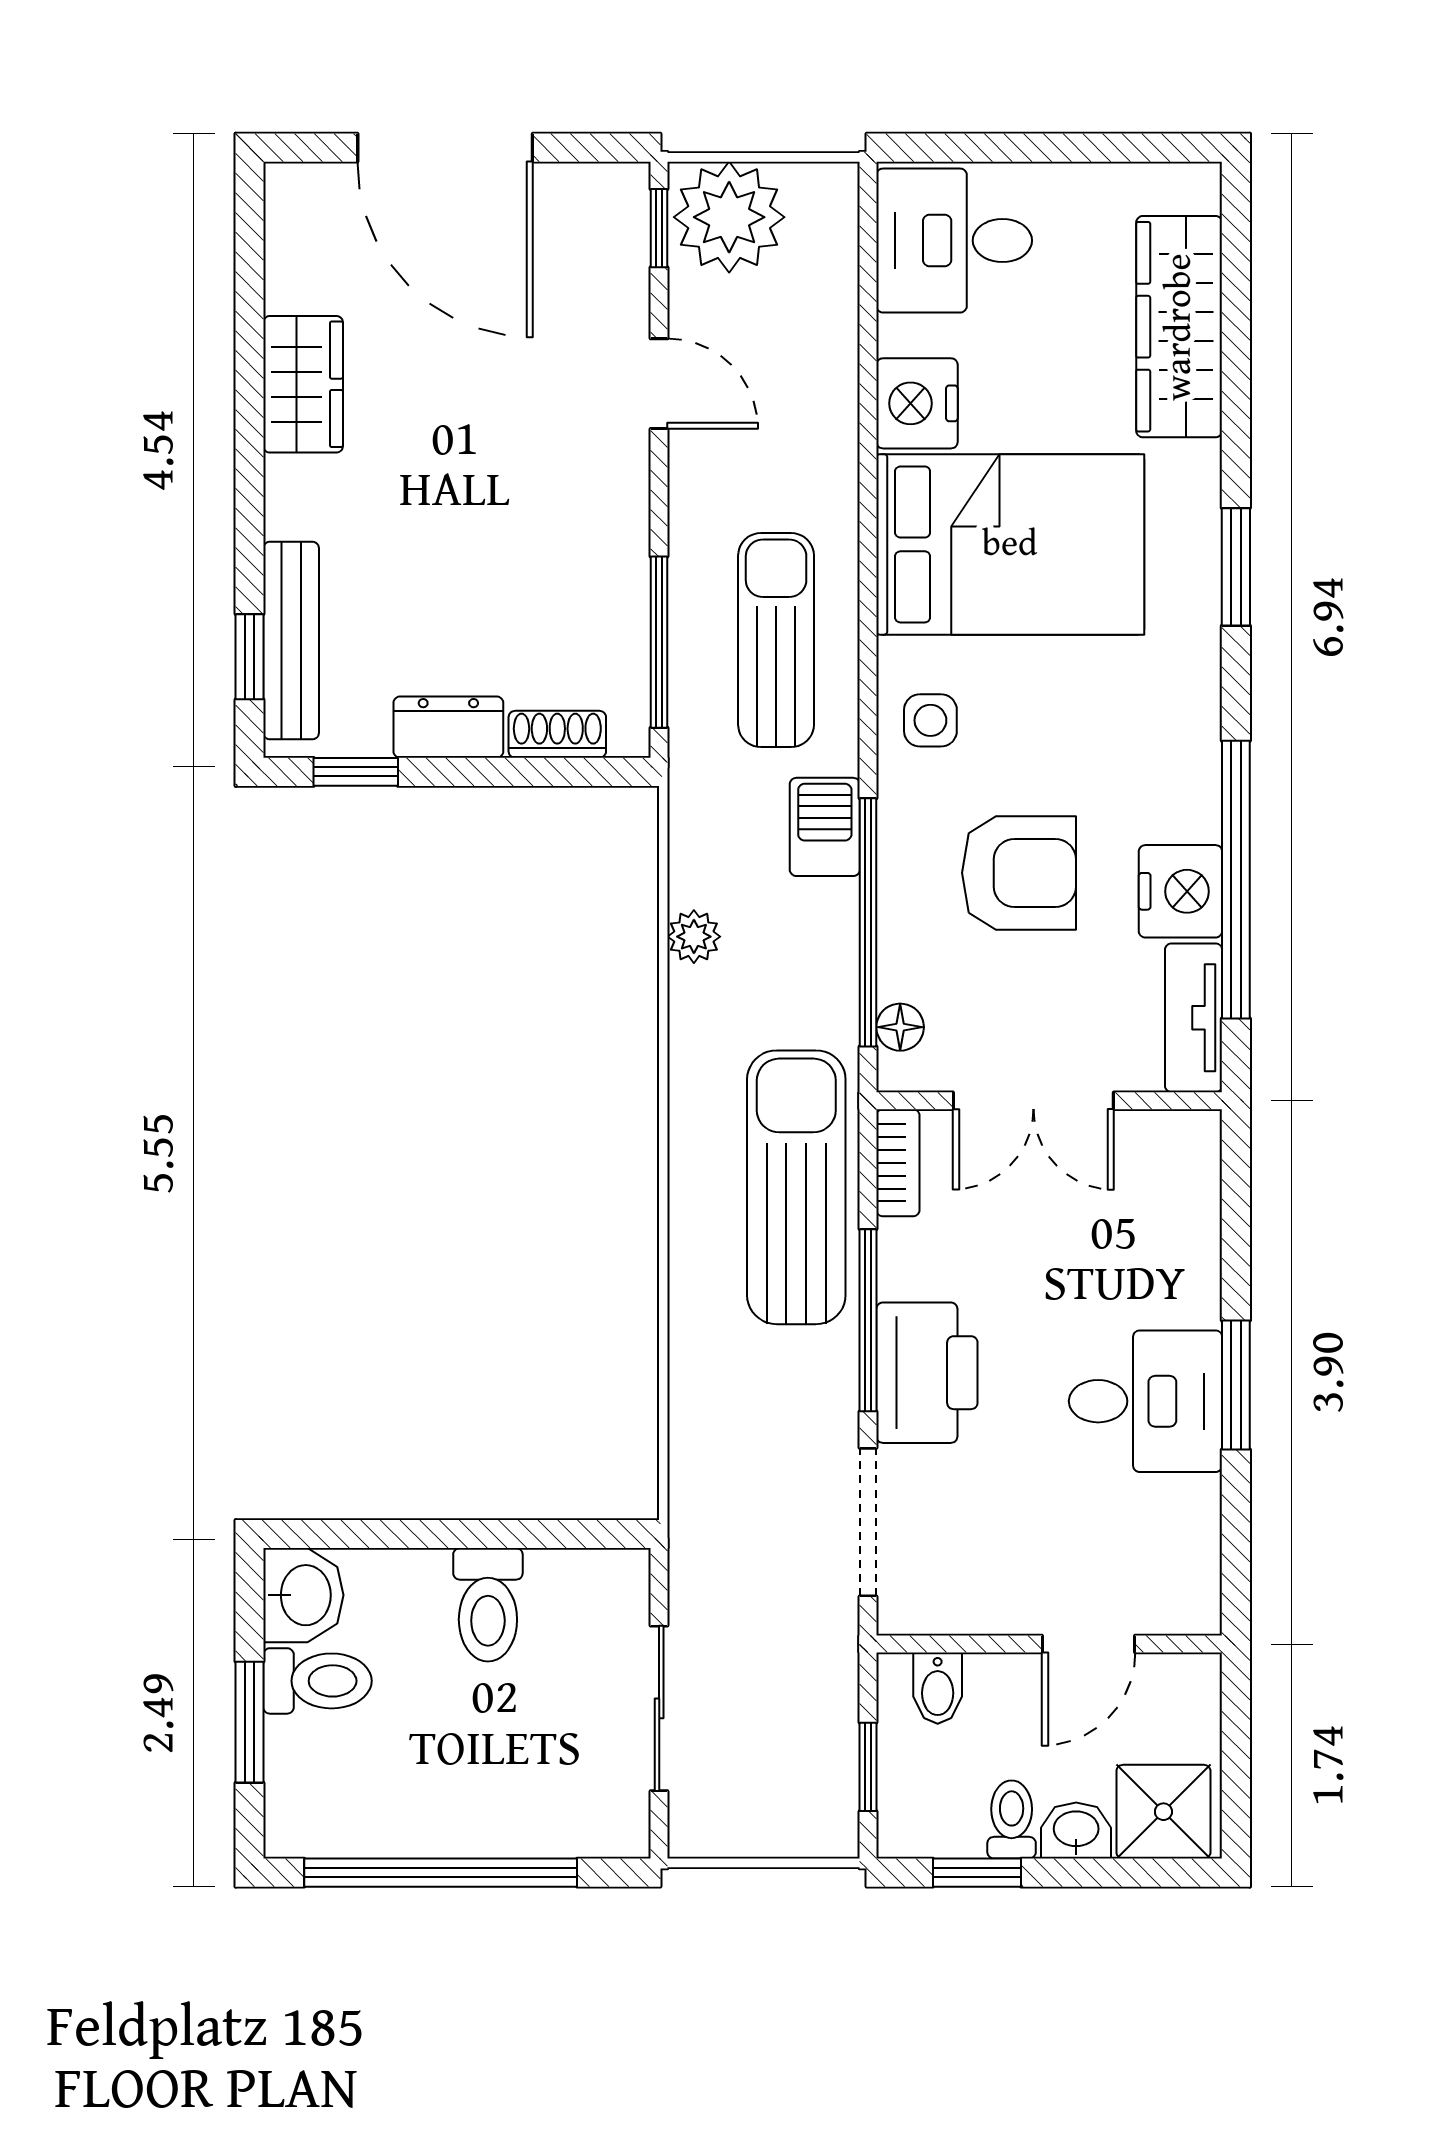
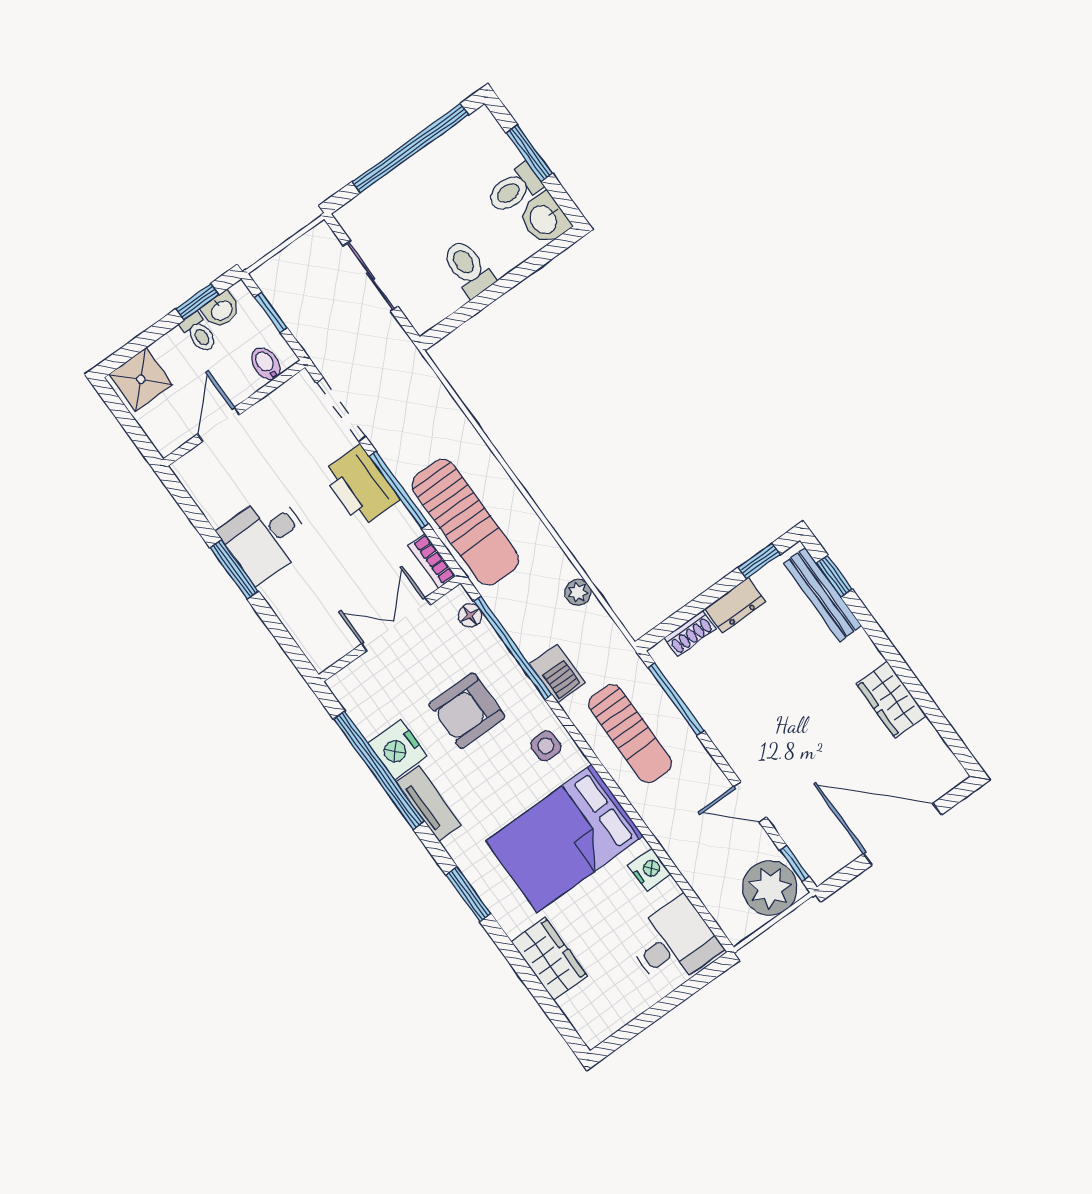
wardrobe: (1179, 327) -> (549, 959), width x0.67
nightstand: (917, 403) -> (649, 870), width x0.74, depth x0.75
tv unit: (1194, 1018) -> (429, 804), moved
washbasin: (1076, 1830) -> (221, 310), moved

